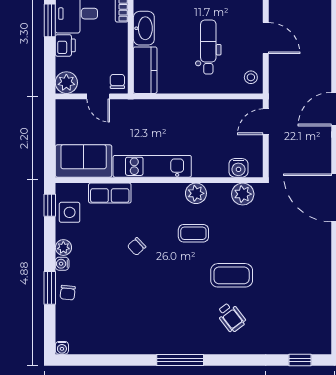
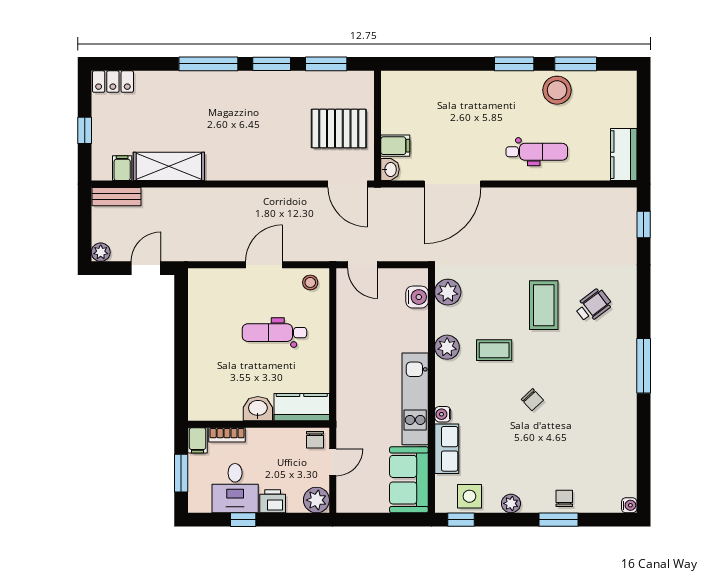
window: (50, 20) -> (243, 520), width x0.67
washbasin: (144, 28) -> (258, 409), width x0.72
chair: (117, 81) -> (315, 440), turned -90
coffee table: (193, 233) -> (494, 350), turned 90
chair: (137, 246) -> (532, 400), moved
water cooler: (62, 264) -> (443, 414), moved, turned 90
chair: (68, 293) -> (564, 498), turned -96

